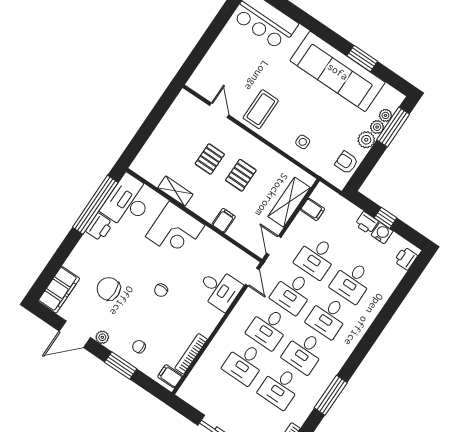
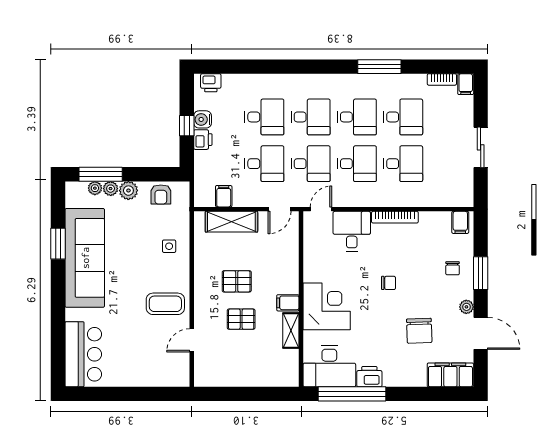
filing cabinet: (224, 221) -> (288, 303), moved
bookcase: (191, 354) -> (395, 217), moved

